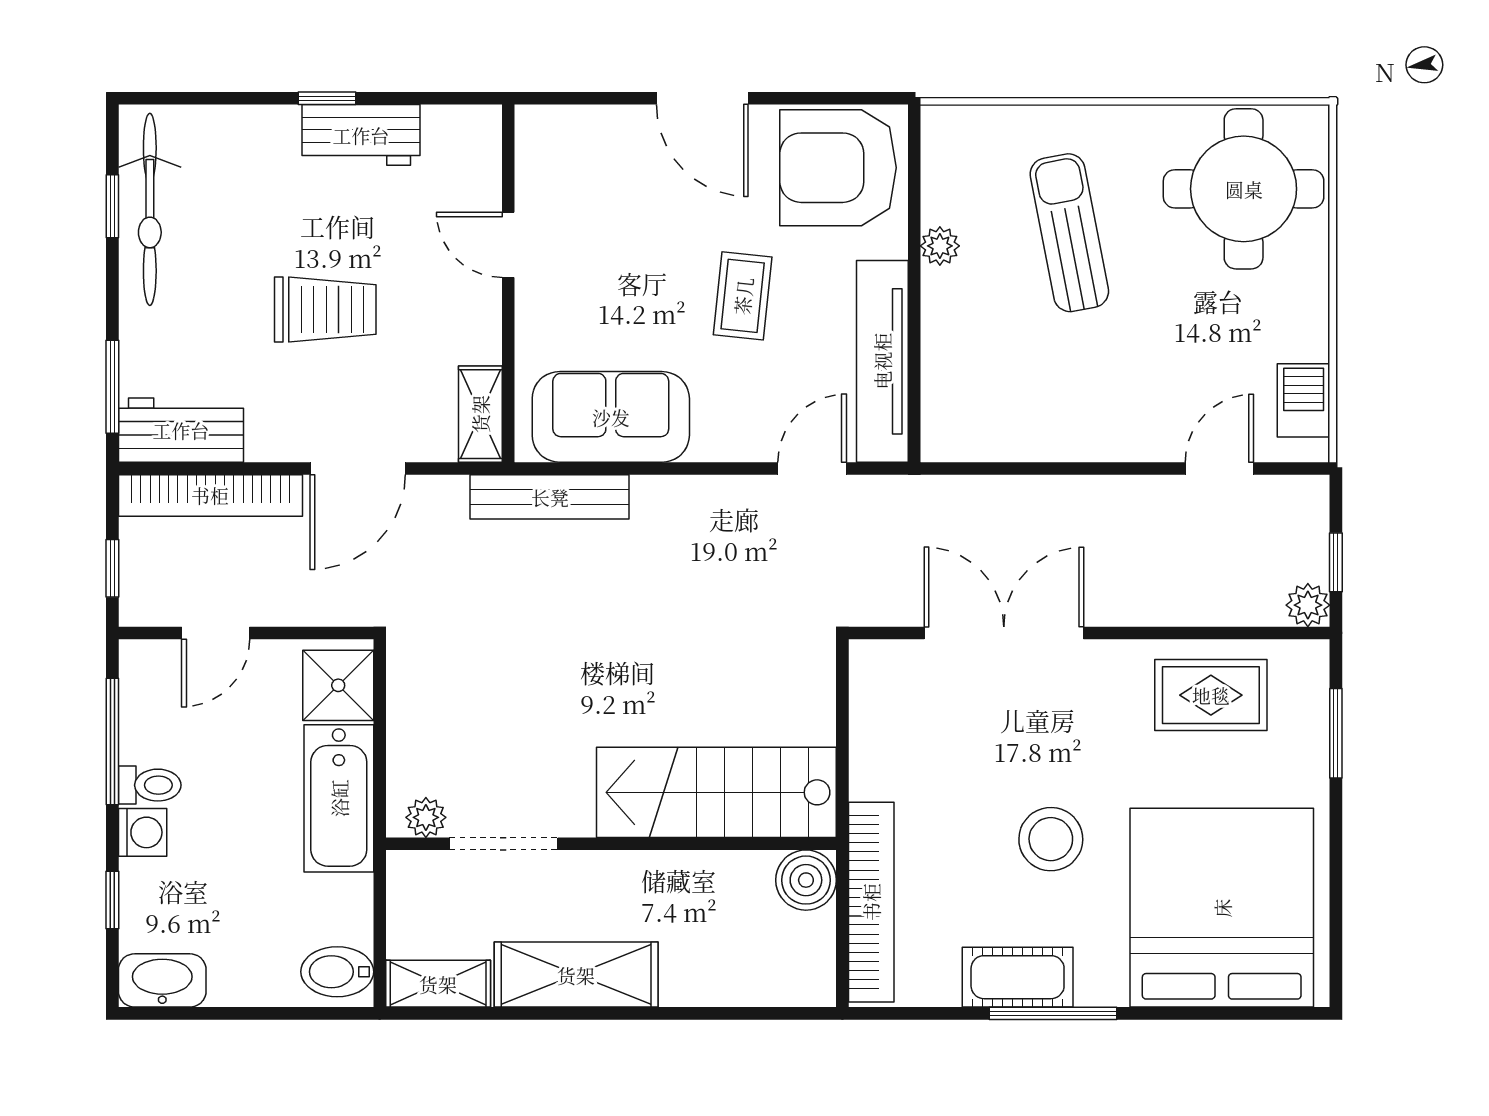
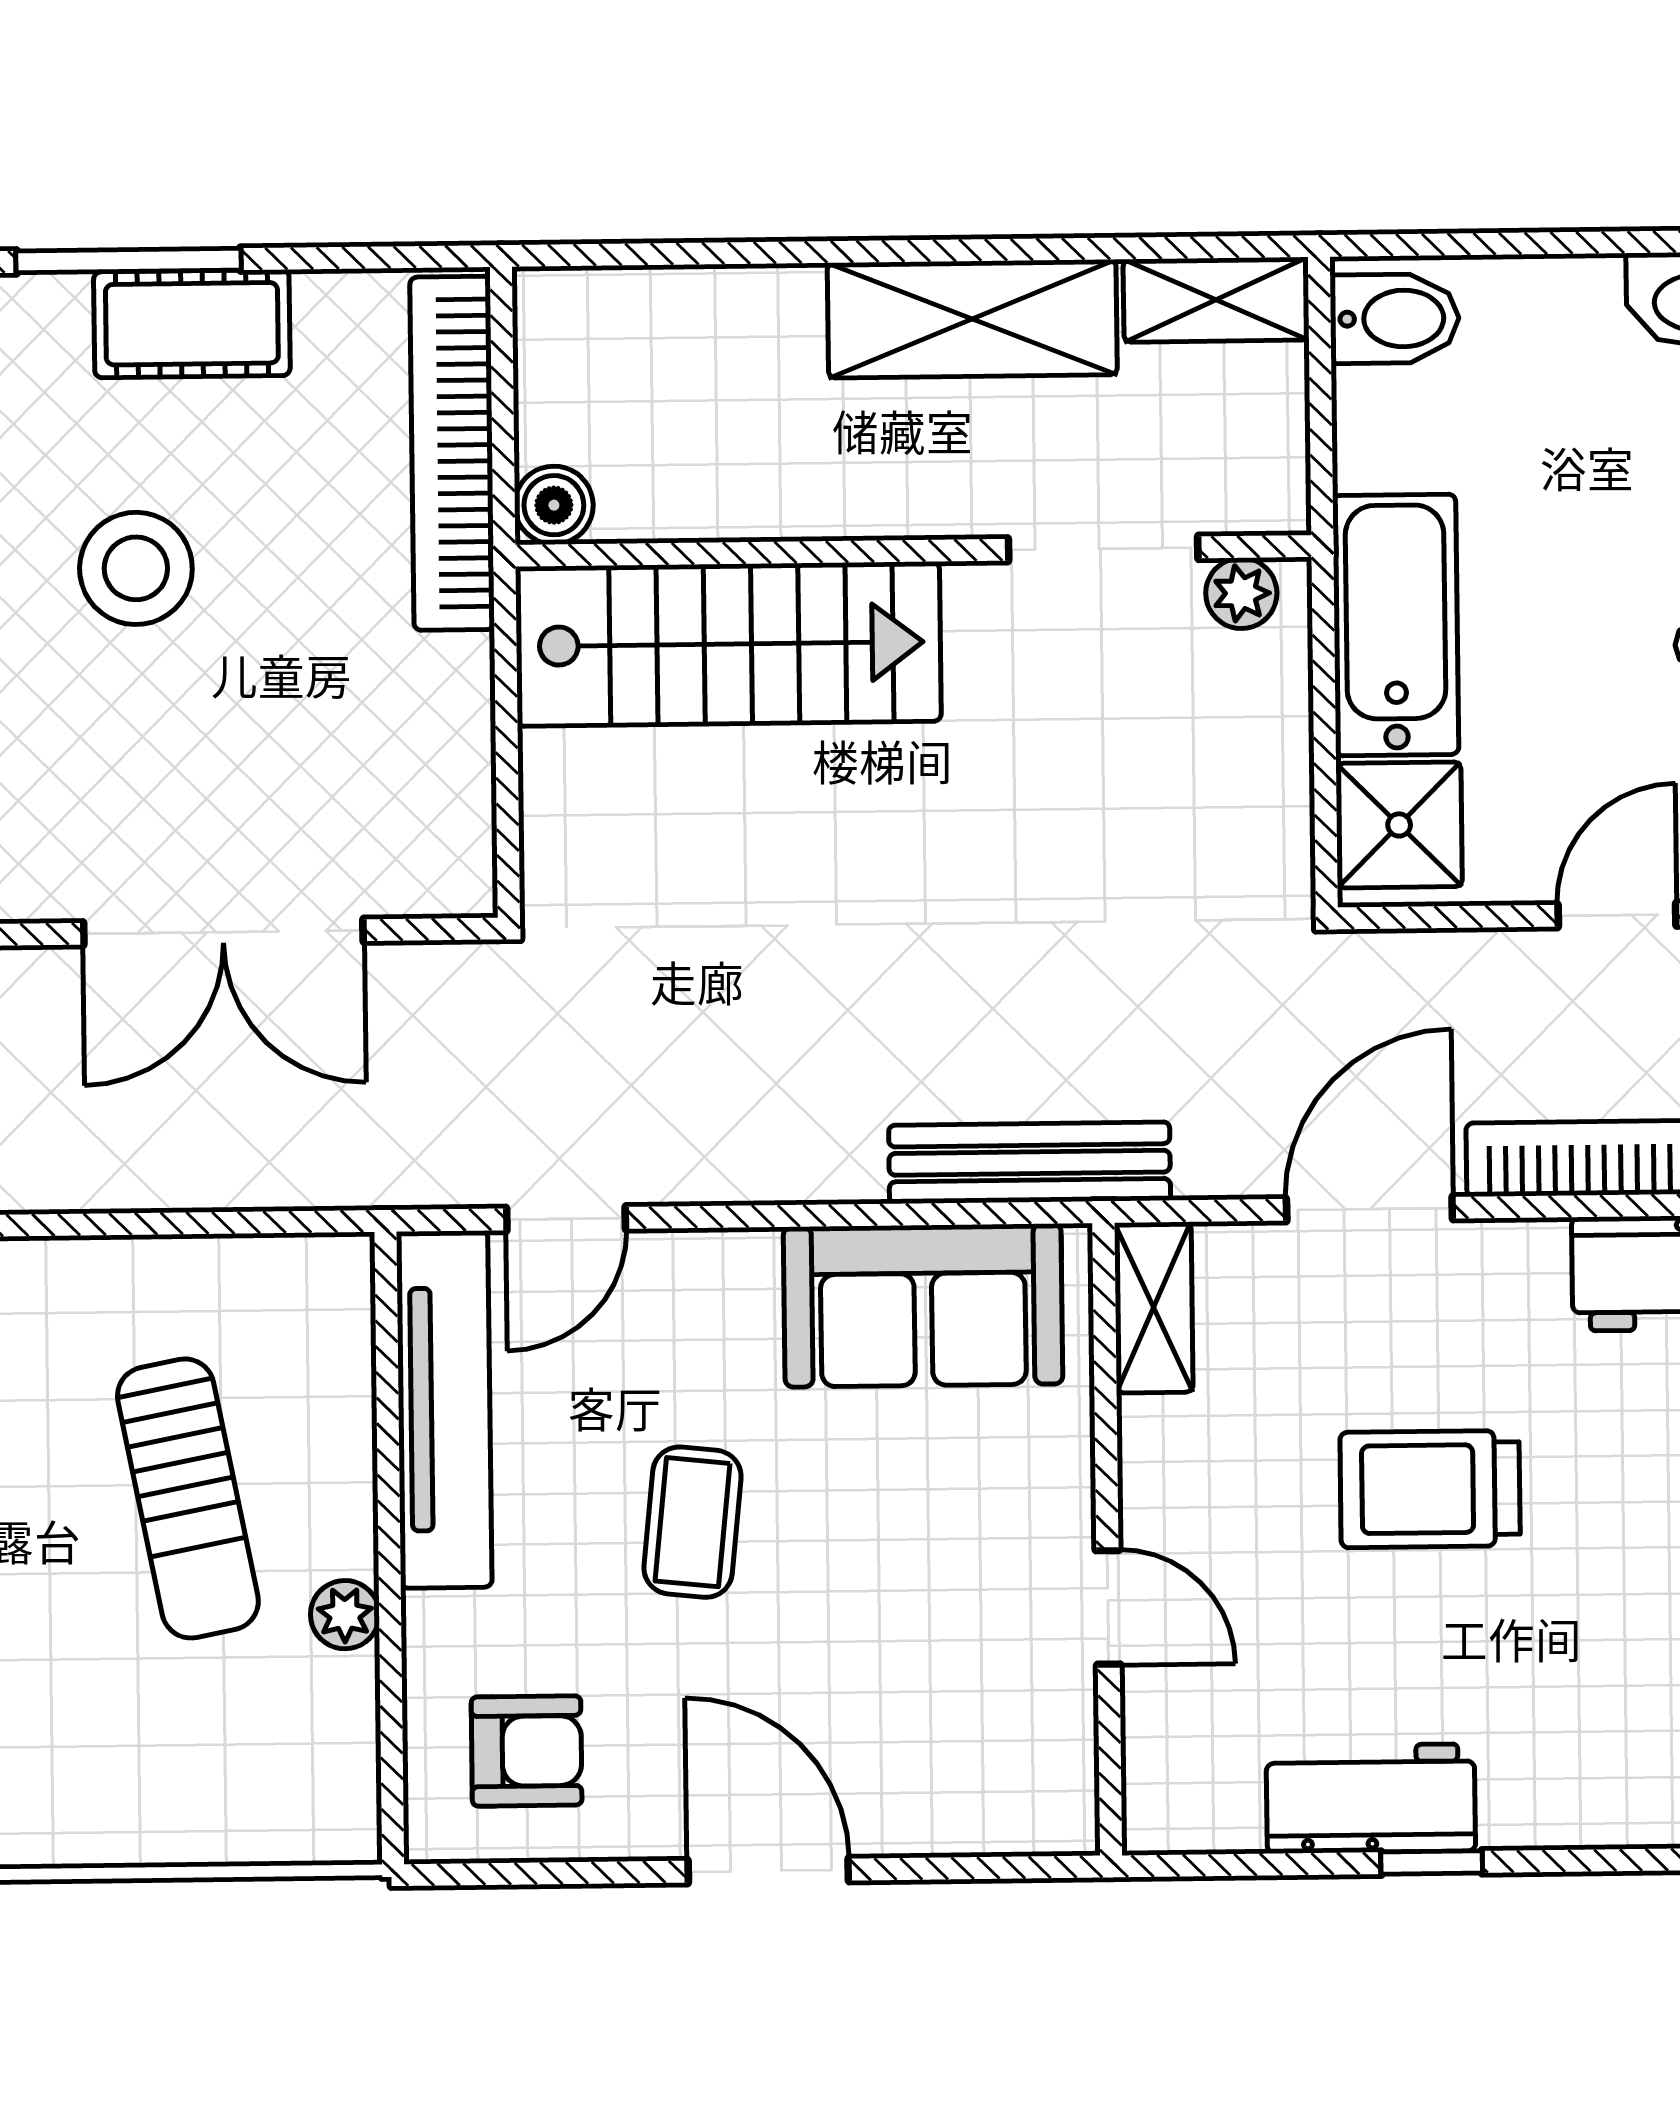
armchair: (838, 168) -> (527, 1751), width x0.53, depth x0.53
sun lounger: (1069, 233) -> (188, 1498), moved
boiler: (806, 880) -> (554, 505), width x0.73, depth x0.73

